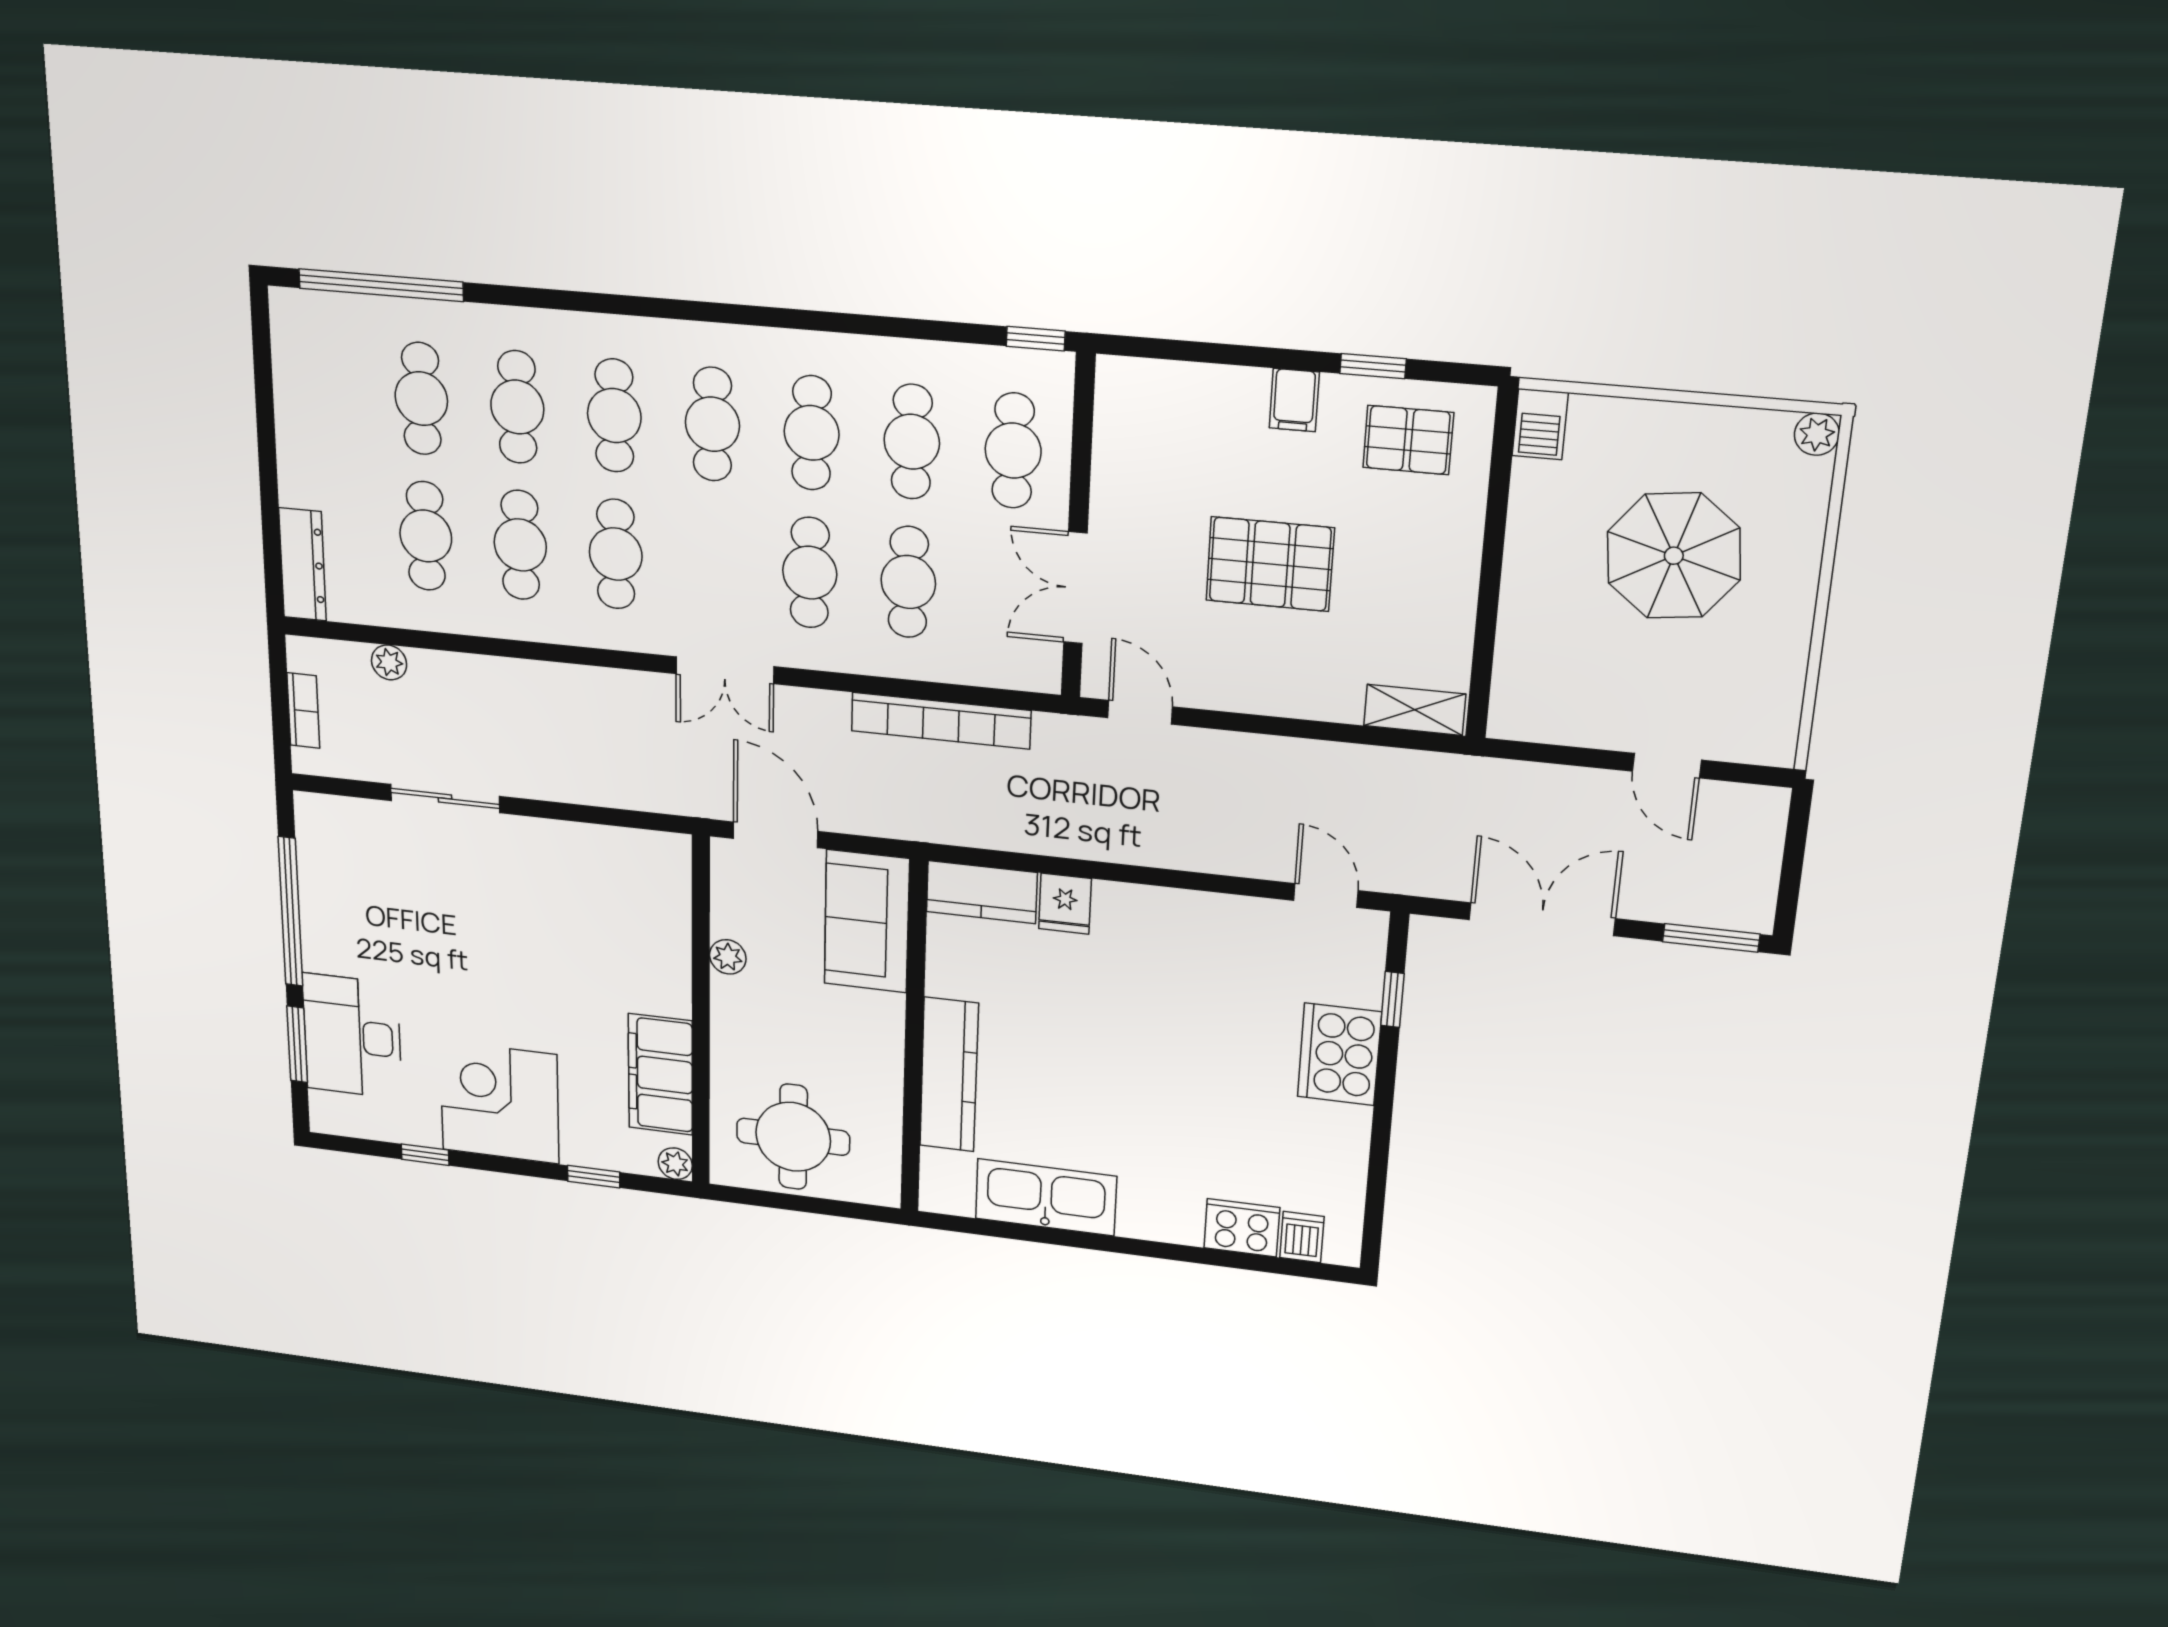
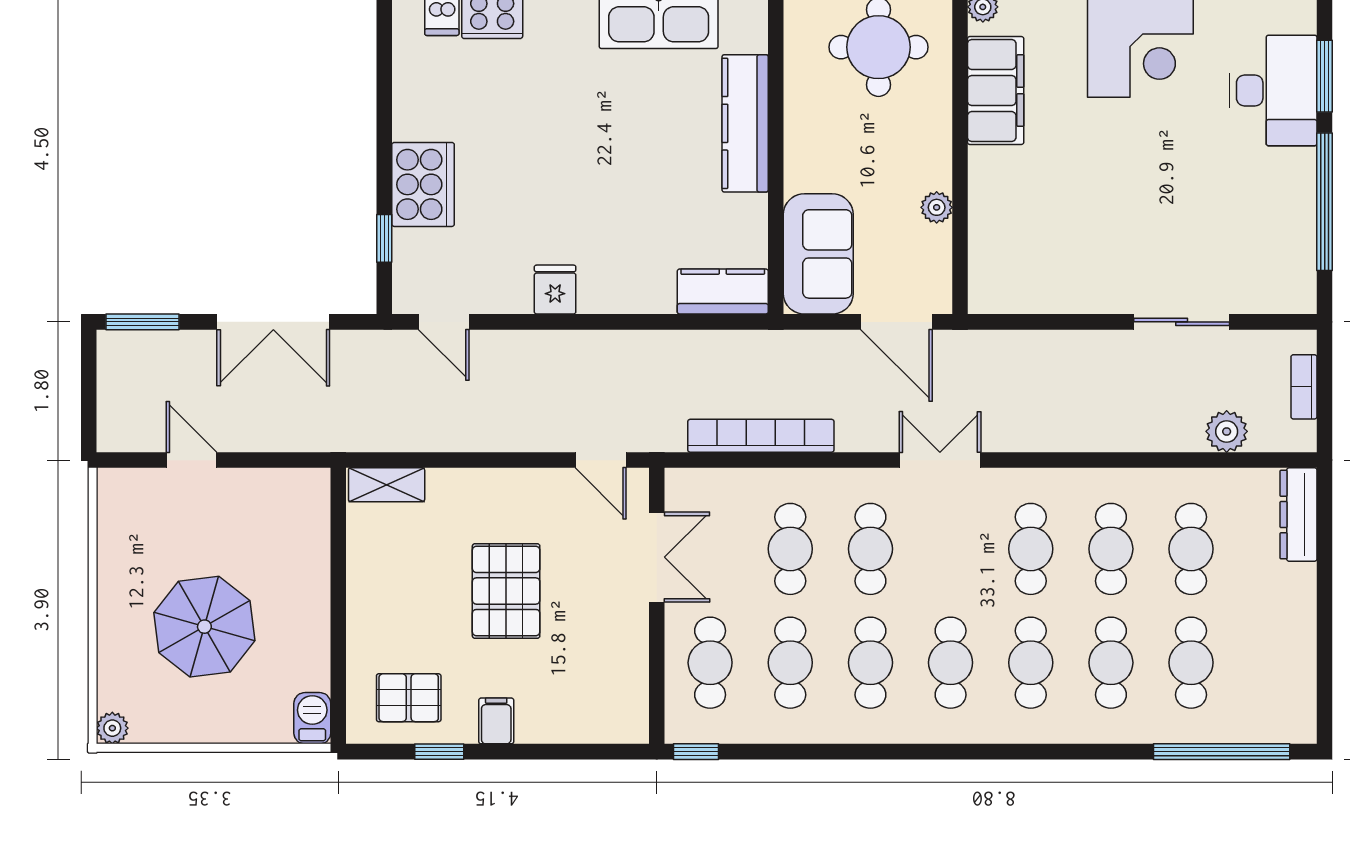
pallet: (1270, 564) -> (506, 591), turned 90
plant: (389, 662) -> (1227, 431), width x1.38, depth x1.38
fridge: (1065, 904) -> (555, 290), moved

